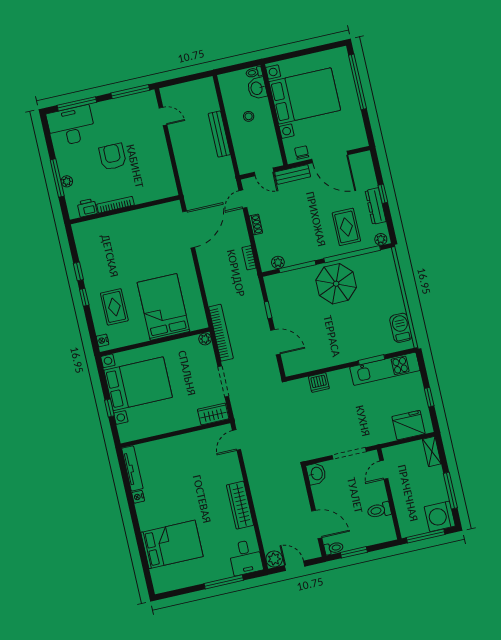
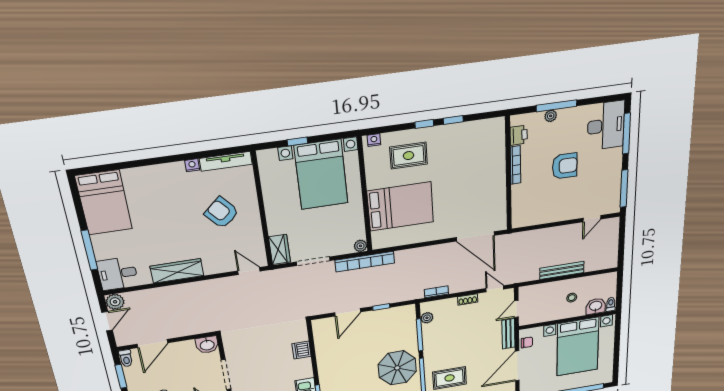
armchair: (180, 469) -> (222, 213), added
bed: (172, 544) -> (104, 203), moved

